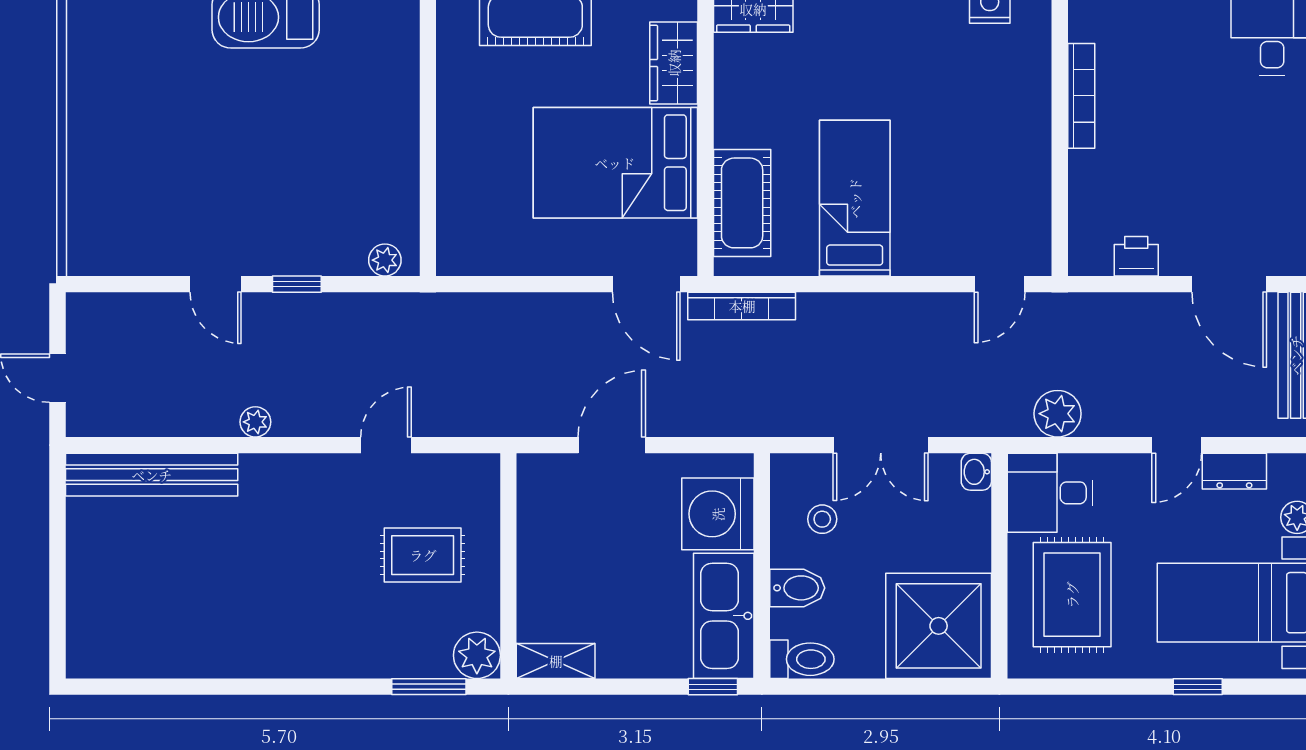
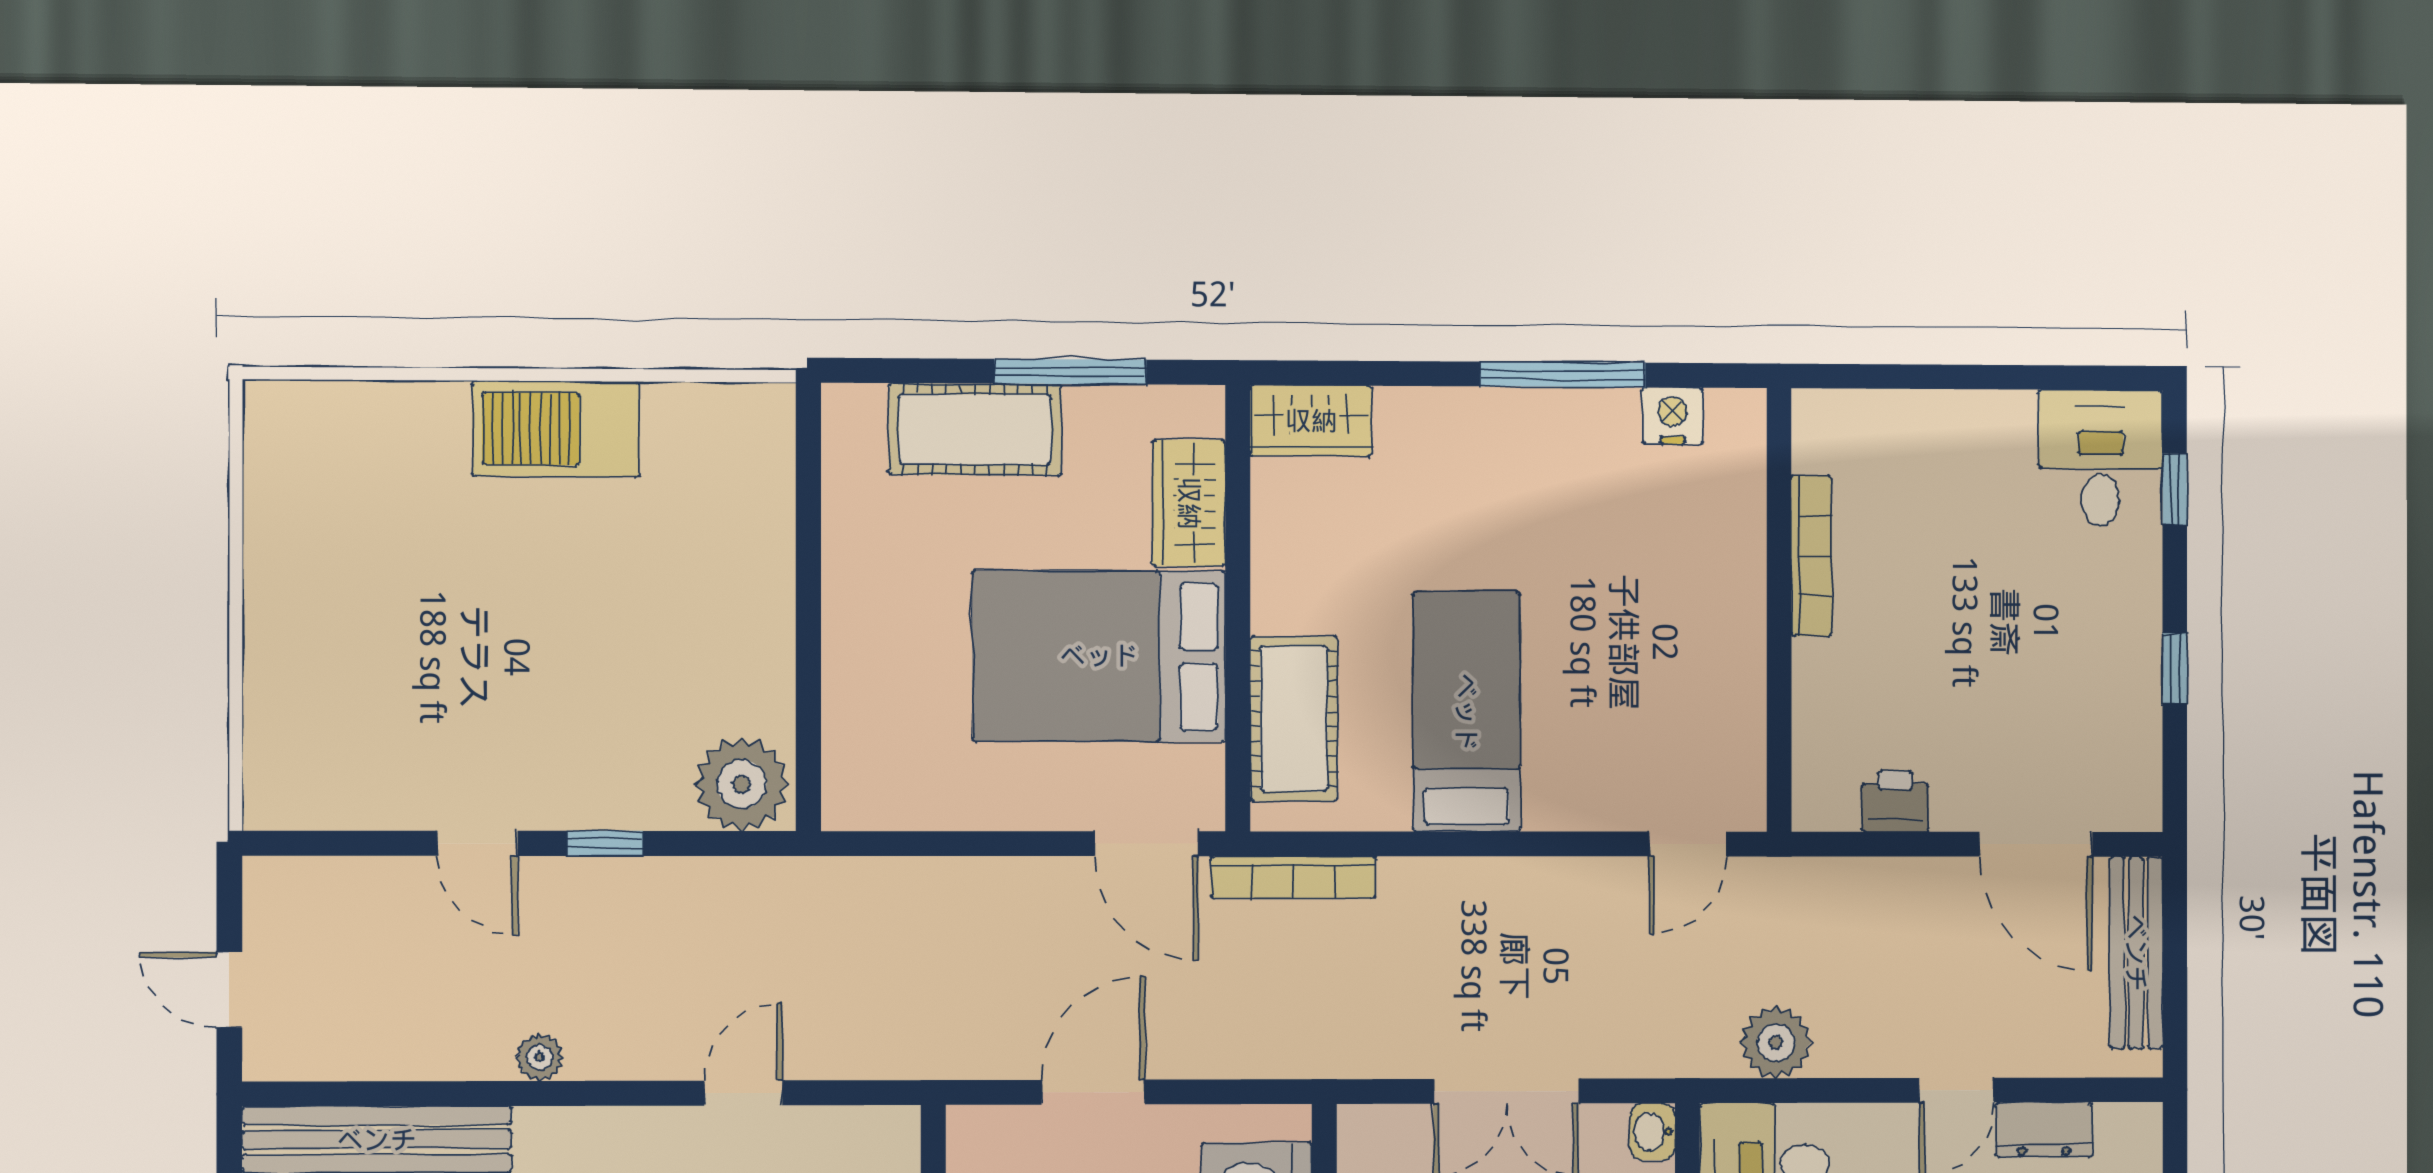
plant: (385, 260) -> (742, 784), width x1.87, depth x1.87

